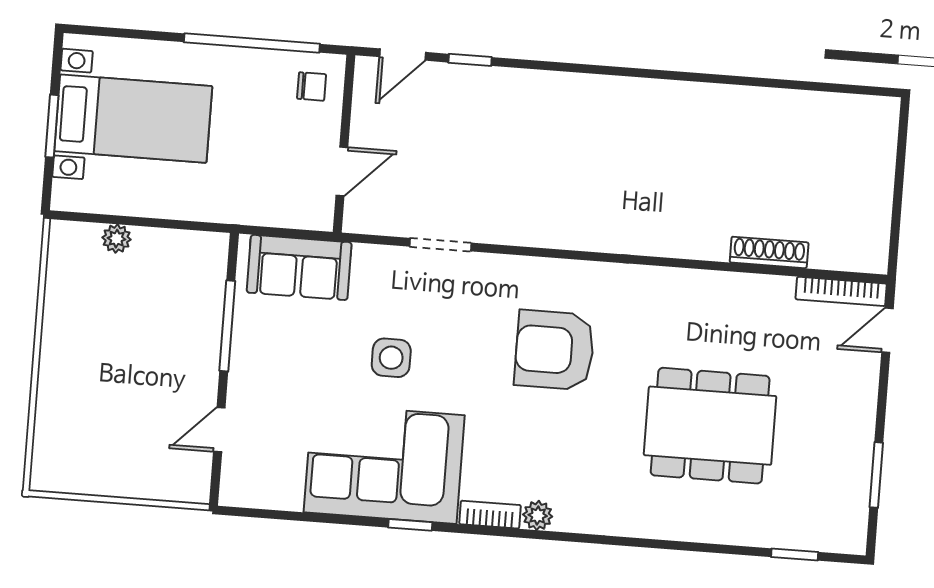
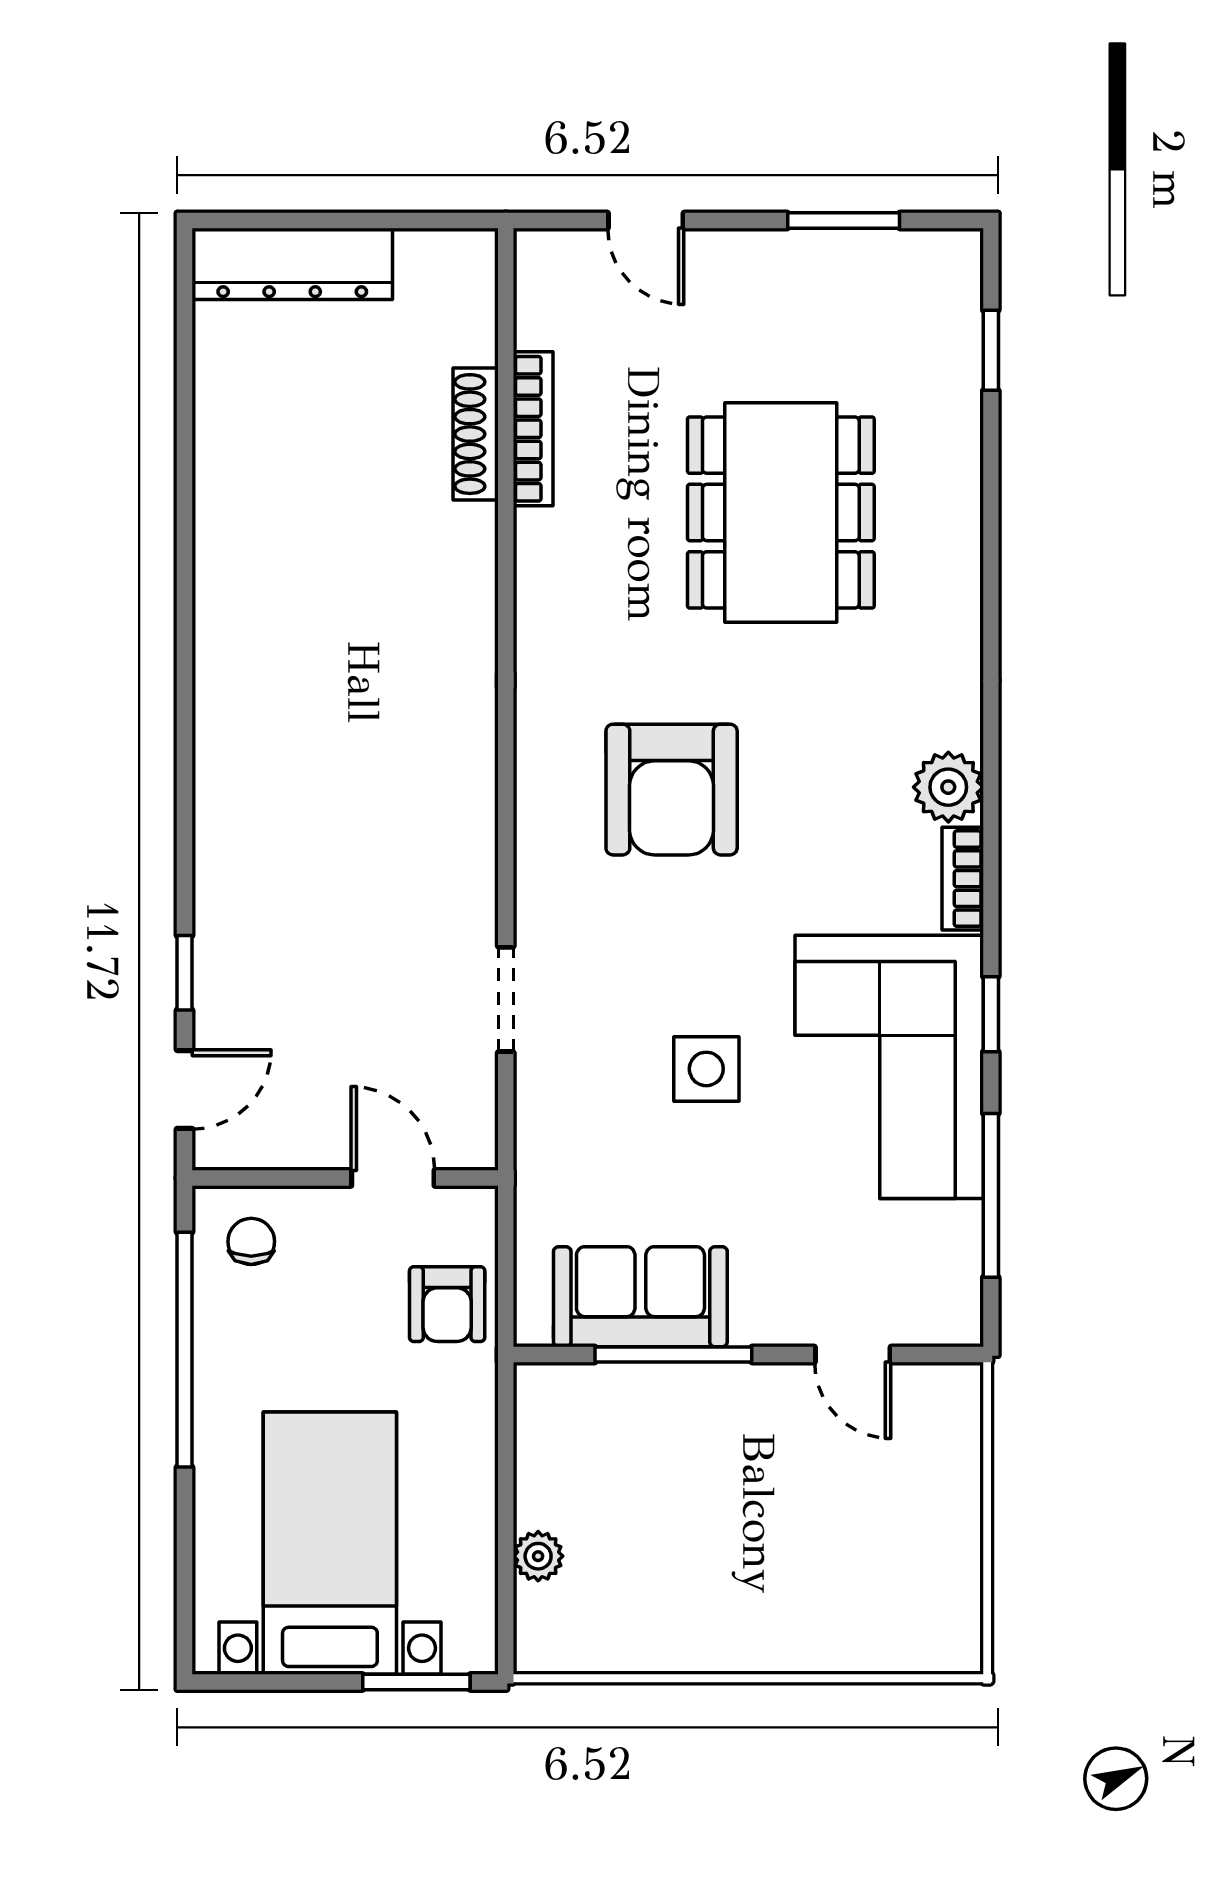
door: (403, 55) -> (184, 1089), hinge flipped
window: (52, 126) -> (416, 1682), moved
dresser: (876, 154) -> (292, 264), added
armchair: (267, 197) -> (447, 1304), added
sofa: (299, 267) -> (640, 1297), moved, turned -90
bookcase: (841, 291) -> (533, 429), moved
door: (887, 330) -> (646, 221), moved
plant: (538, 515) -> (948, 787), width x1.38, depth x1.38
window: (305, 517) -> (991, 1195), added

